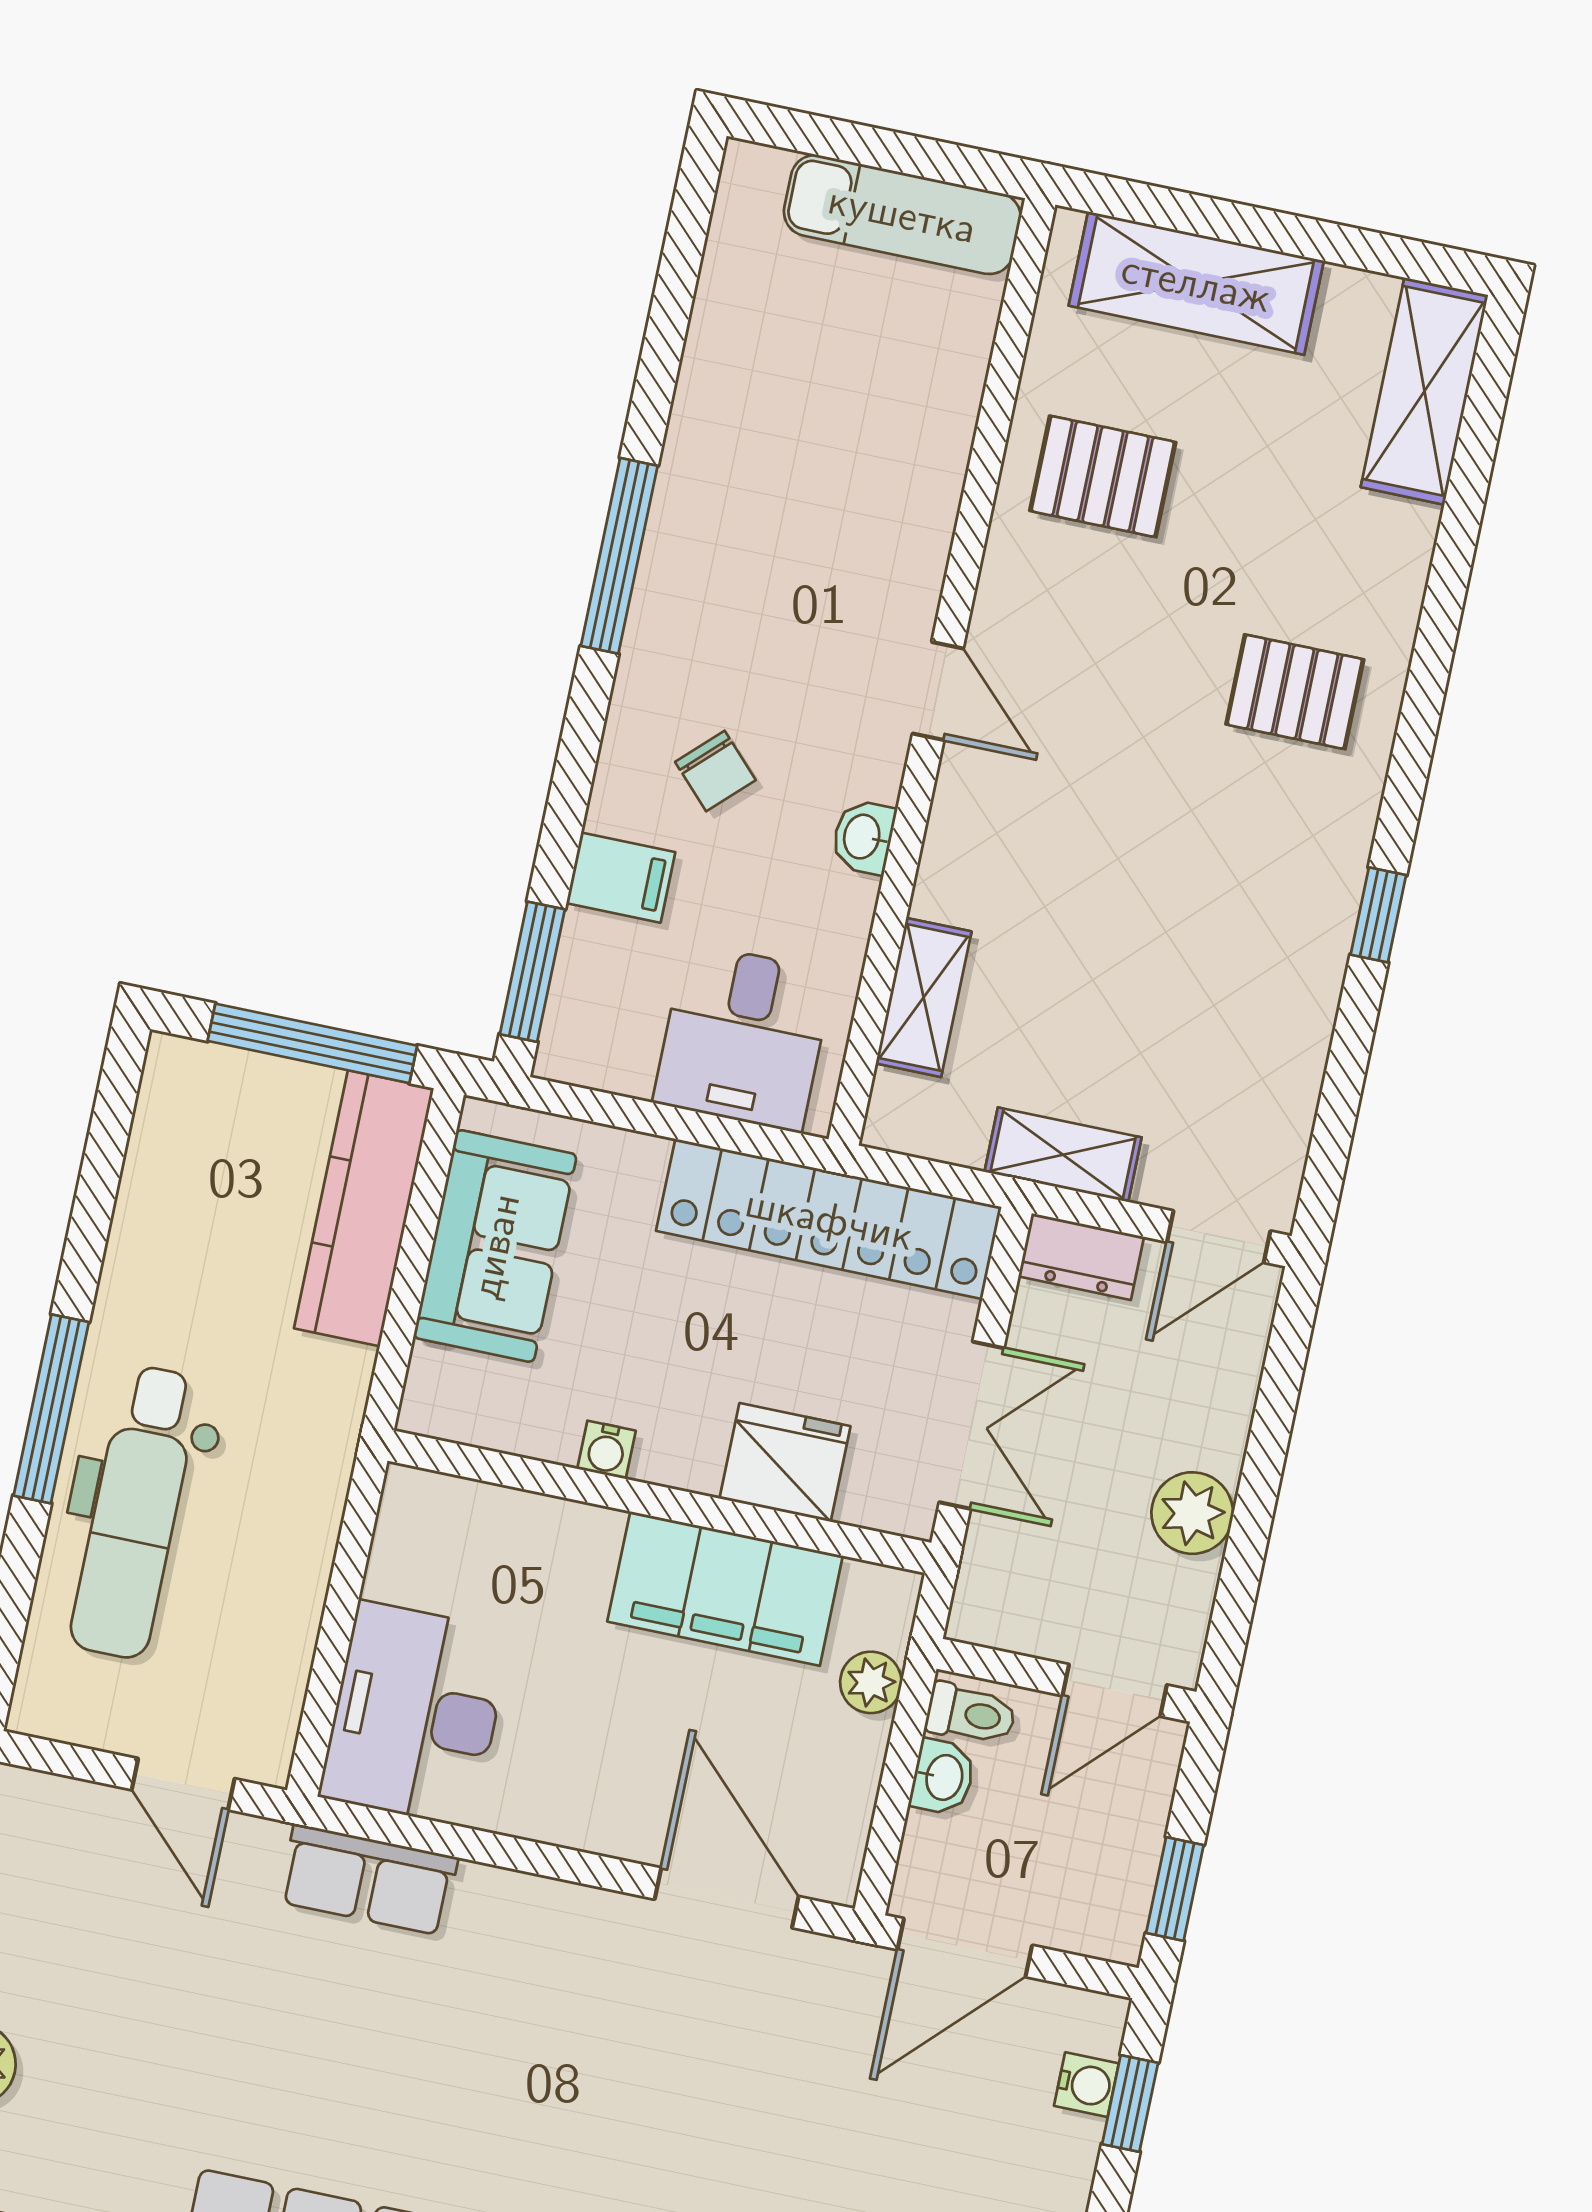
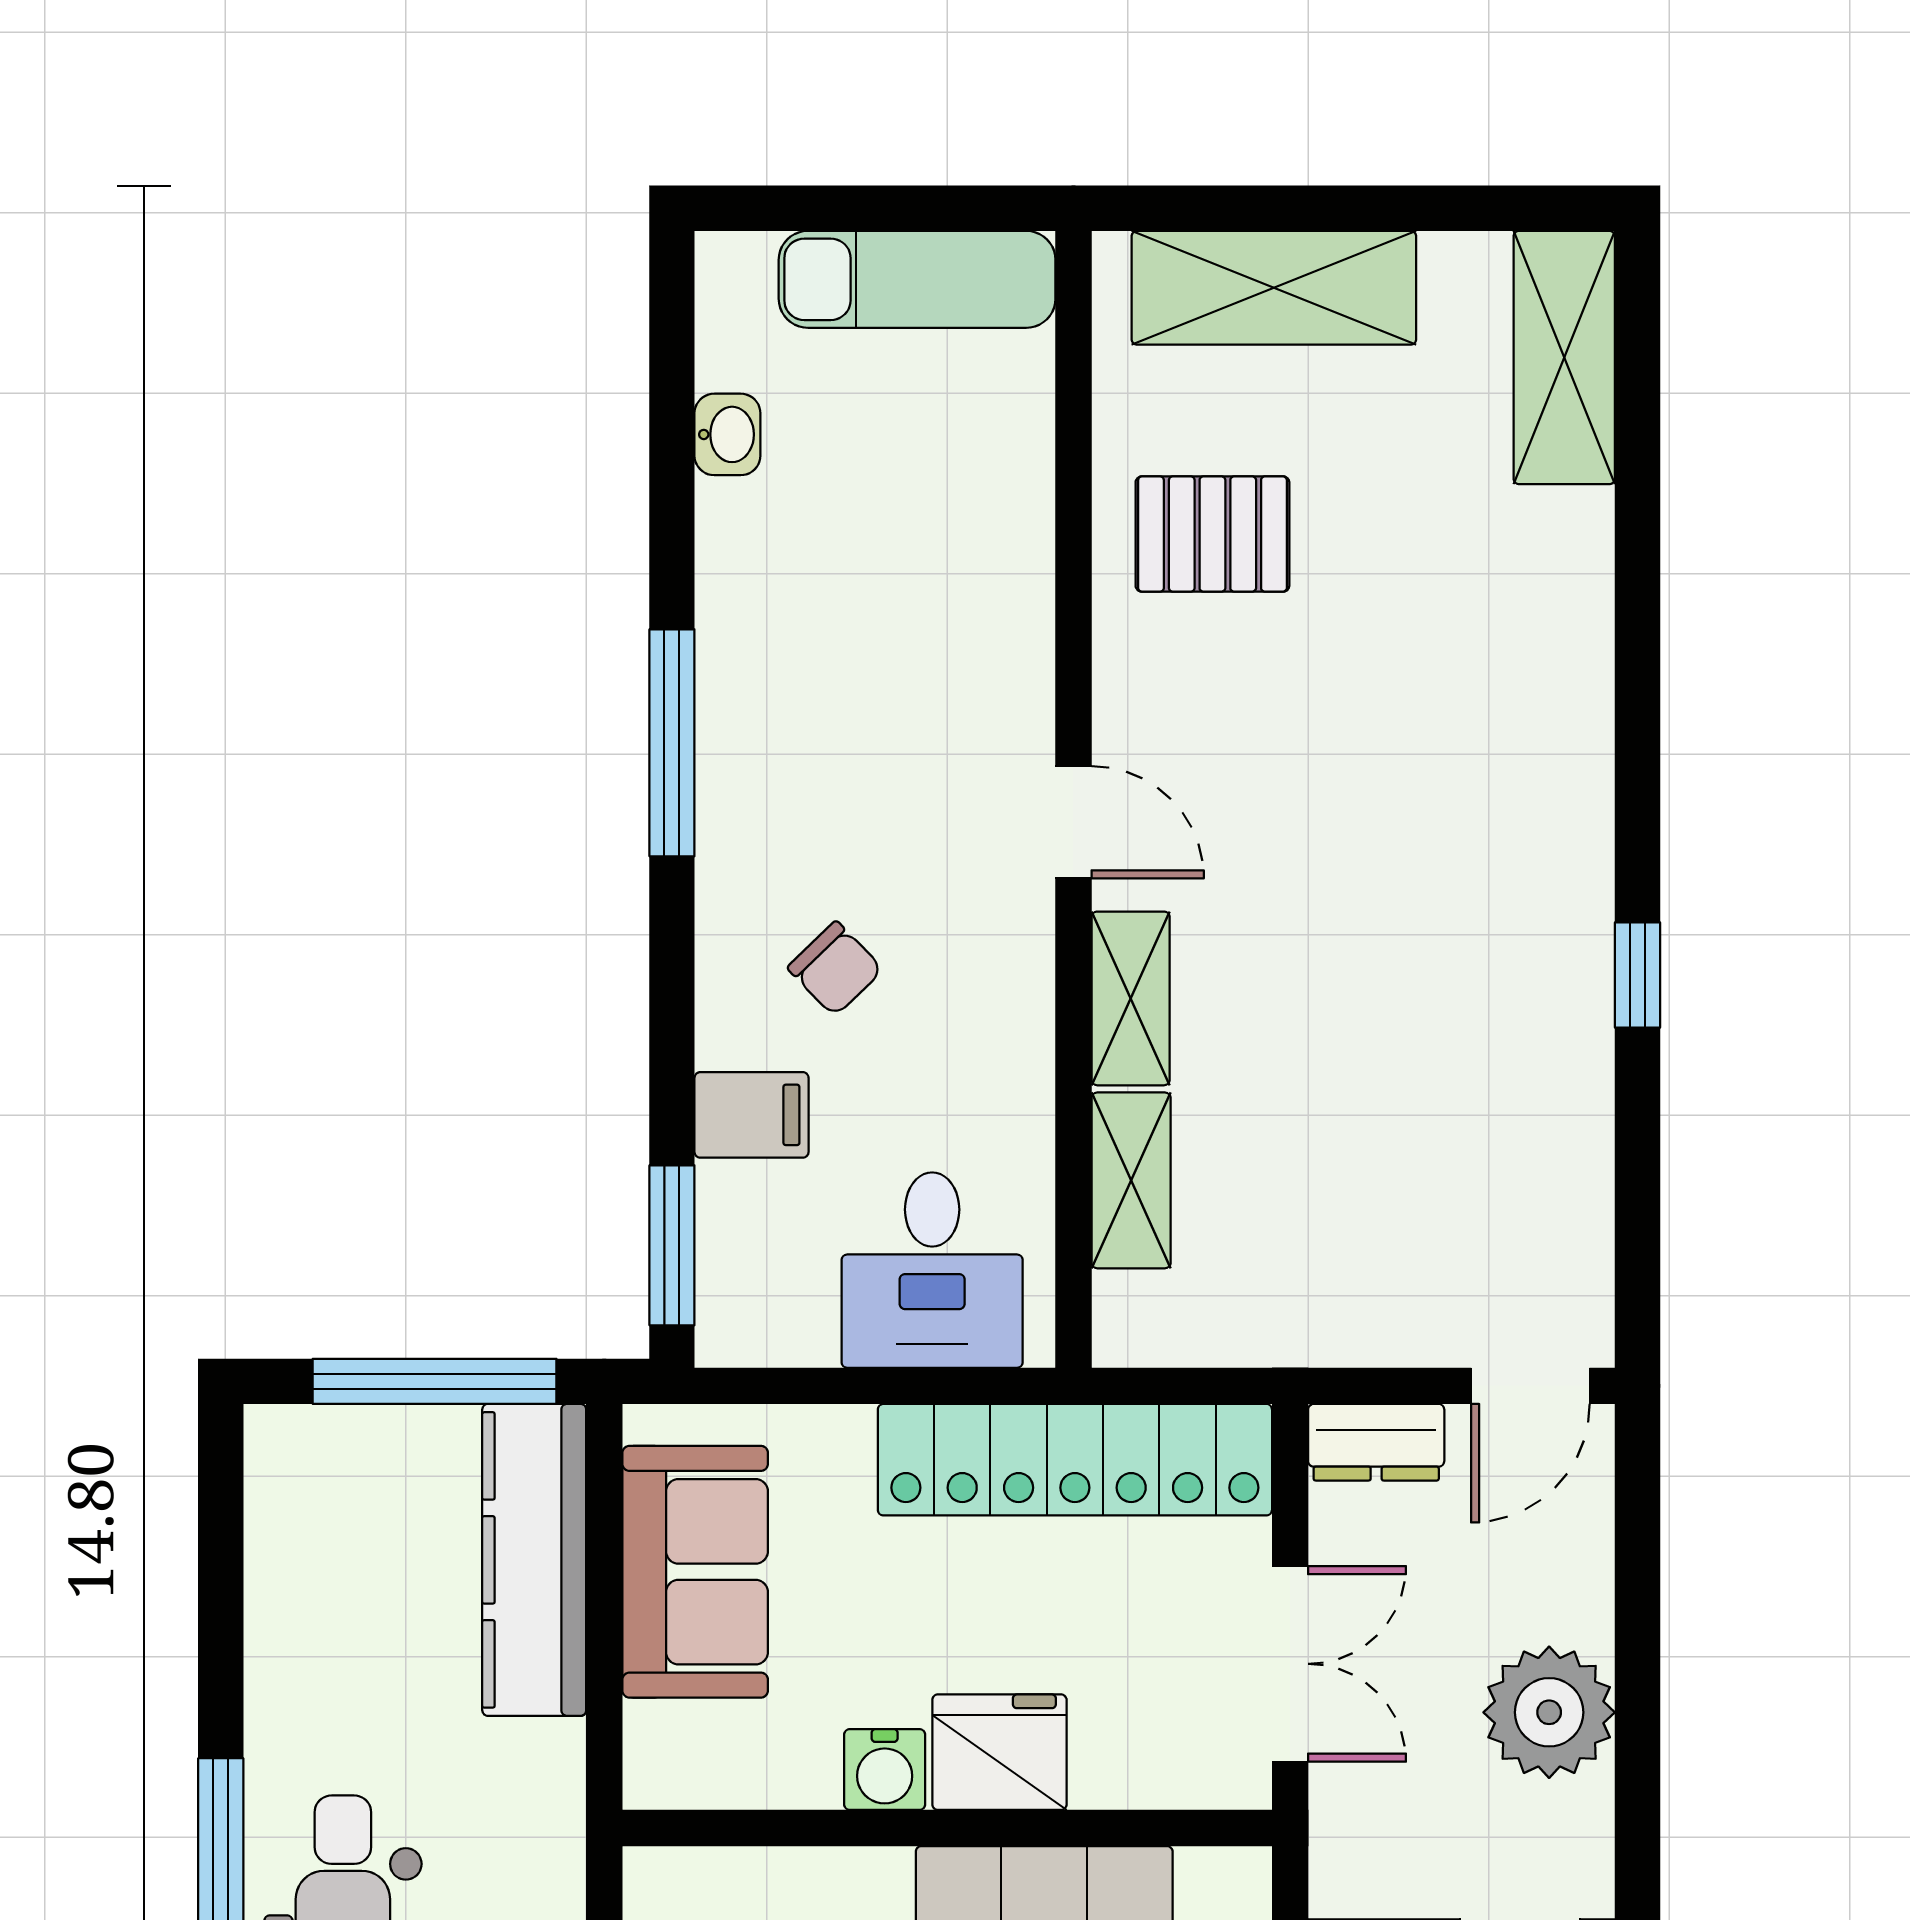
pallet: (1295, 692) -> (1487, 737), removed
washbasin: (863, 837) -> (727, 434), moved, turned 180
shelving: (1063, 1155) -> (1131, 998), moved, turned 90
water cooler: (607, 1450) -> (885, 1770), width x1.38, depth x1.38
fridge: (785, 1462) -> (999, 1752), moved
plant: (1192, 1513) -> (1549, 1712), width x1.36, depth x1.36

